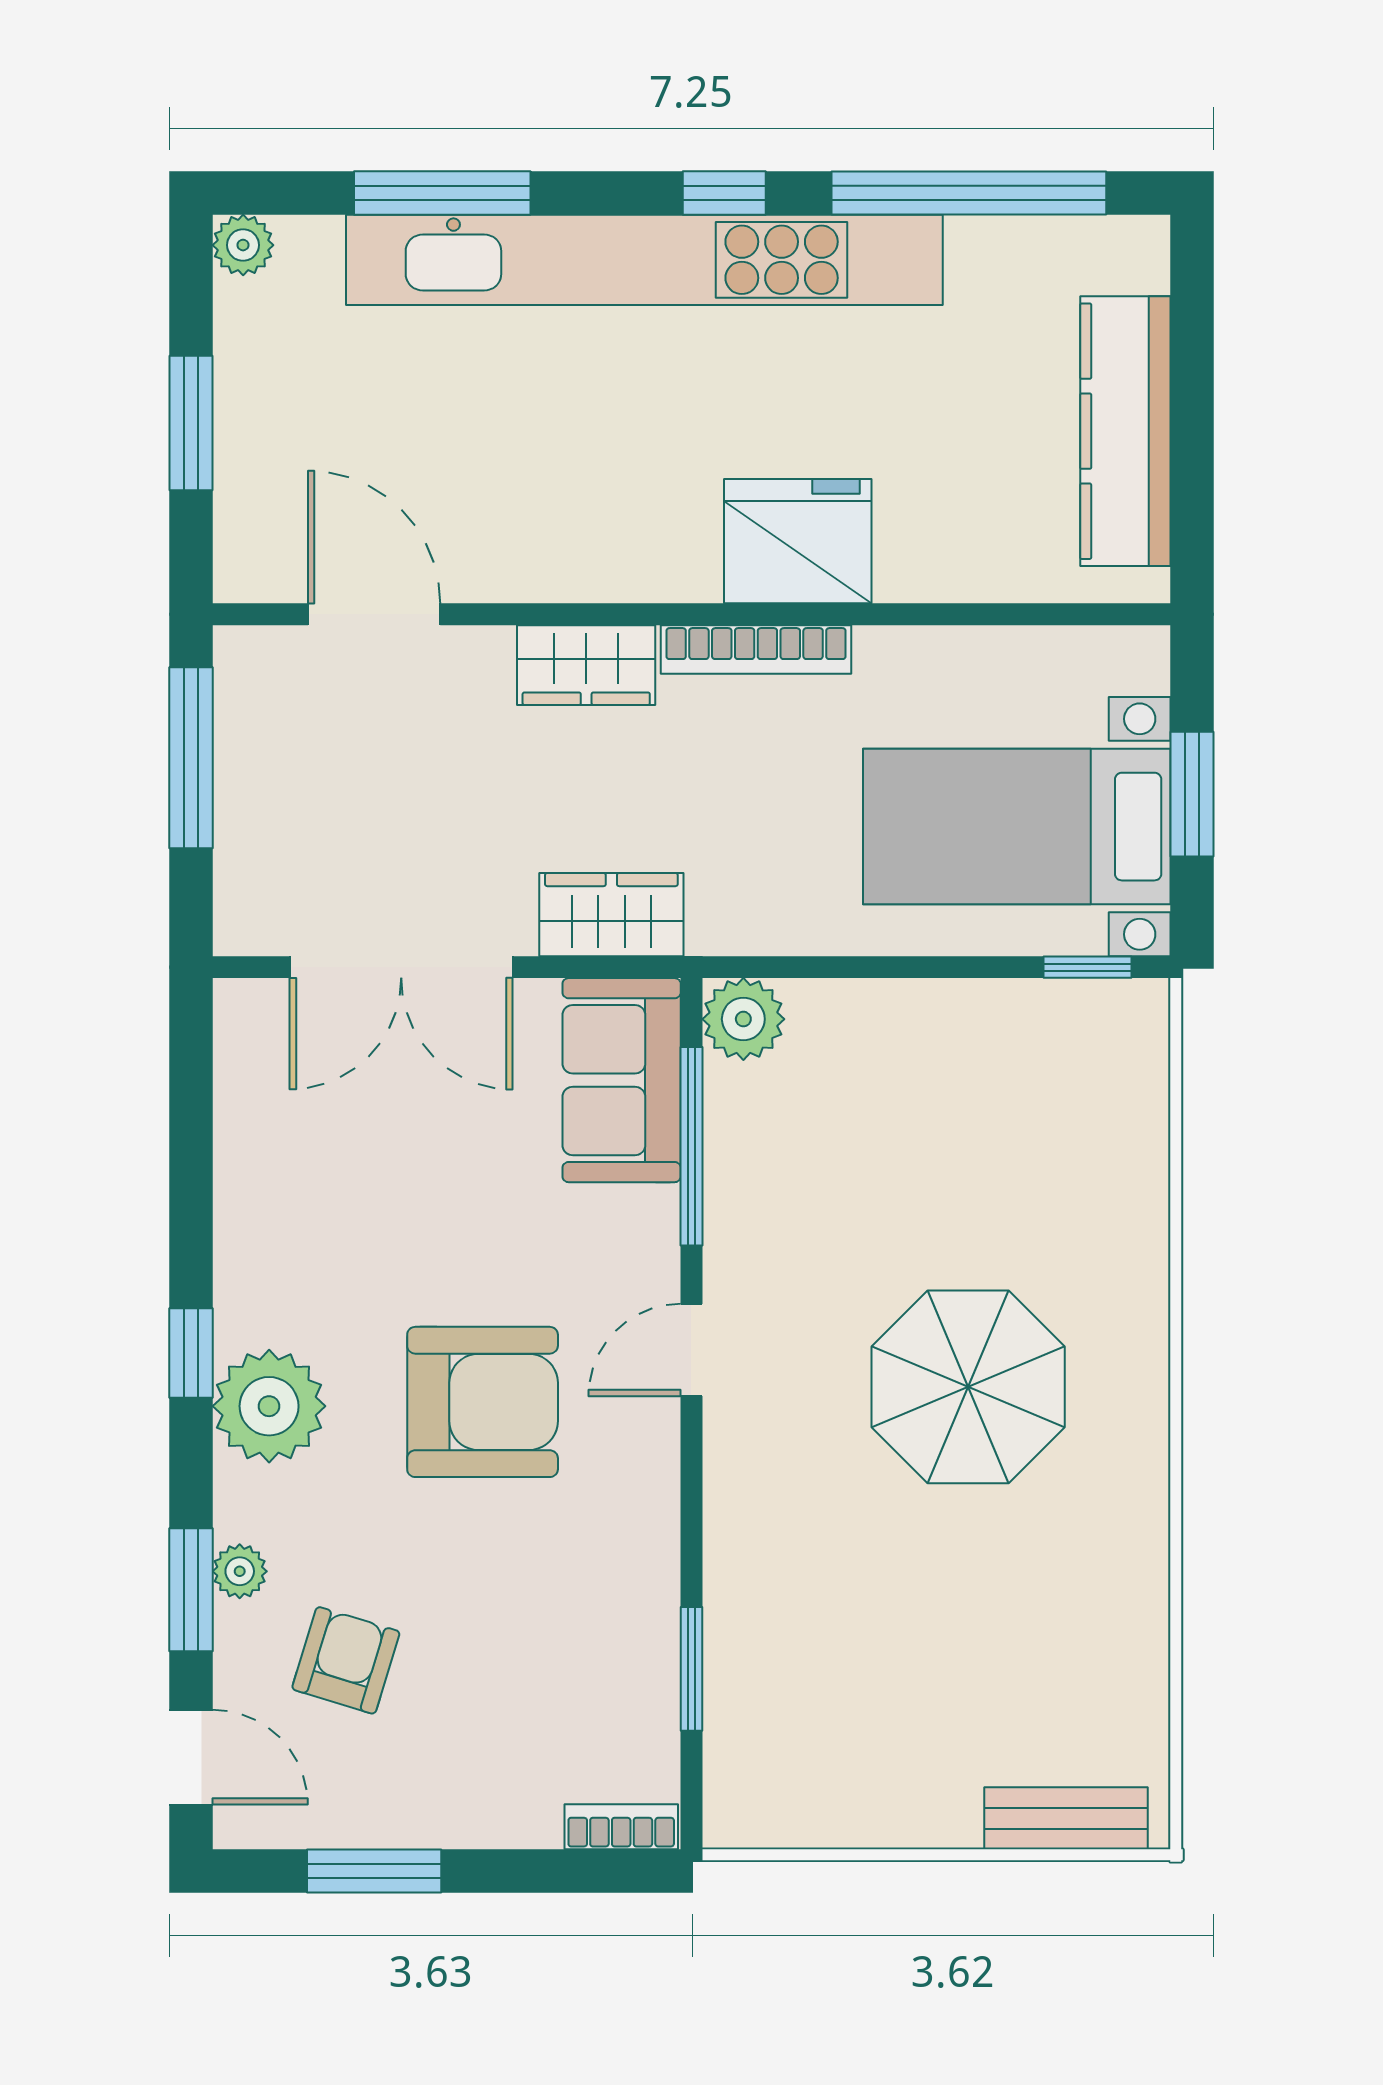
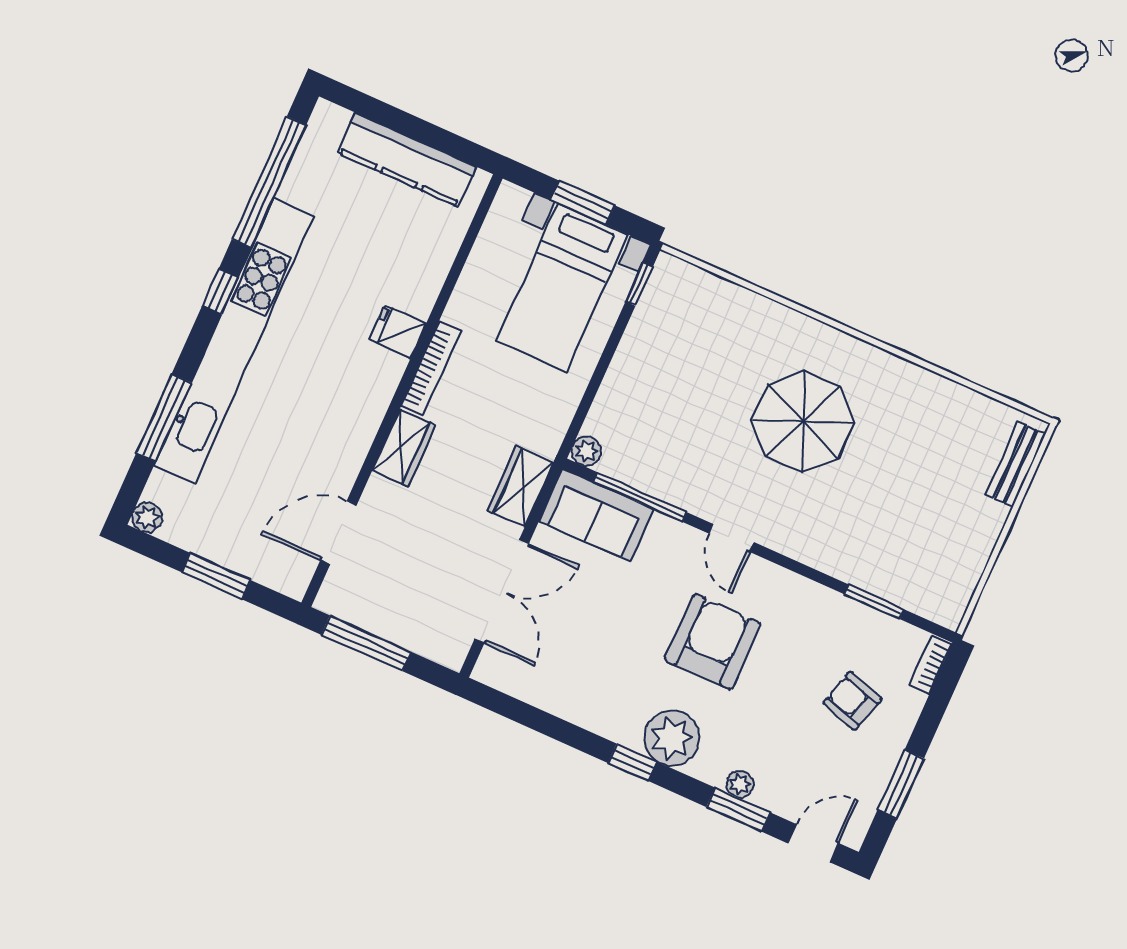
fridge: (798, 541) -> (398, 332), width x0.53, depth x0.75
plant: (743, 1019) -> (586, 451), width x0.73, depth x0.73
armchair: (346, 1660) -> (852, 701), moved

